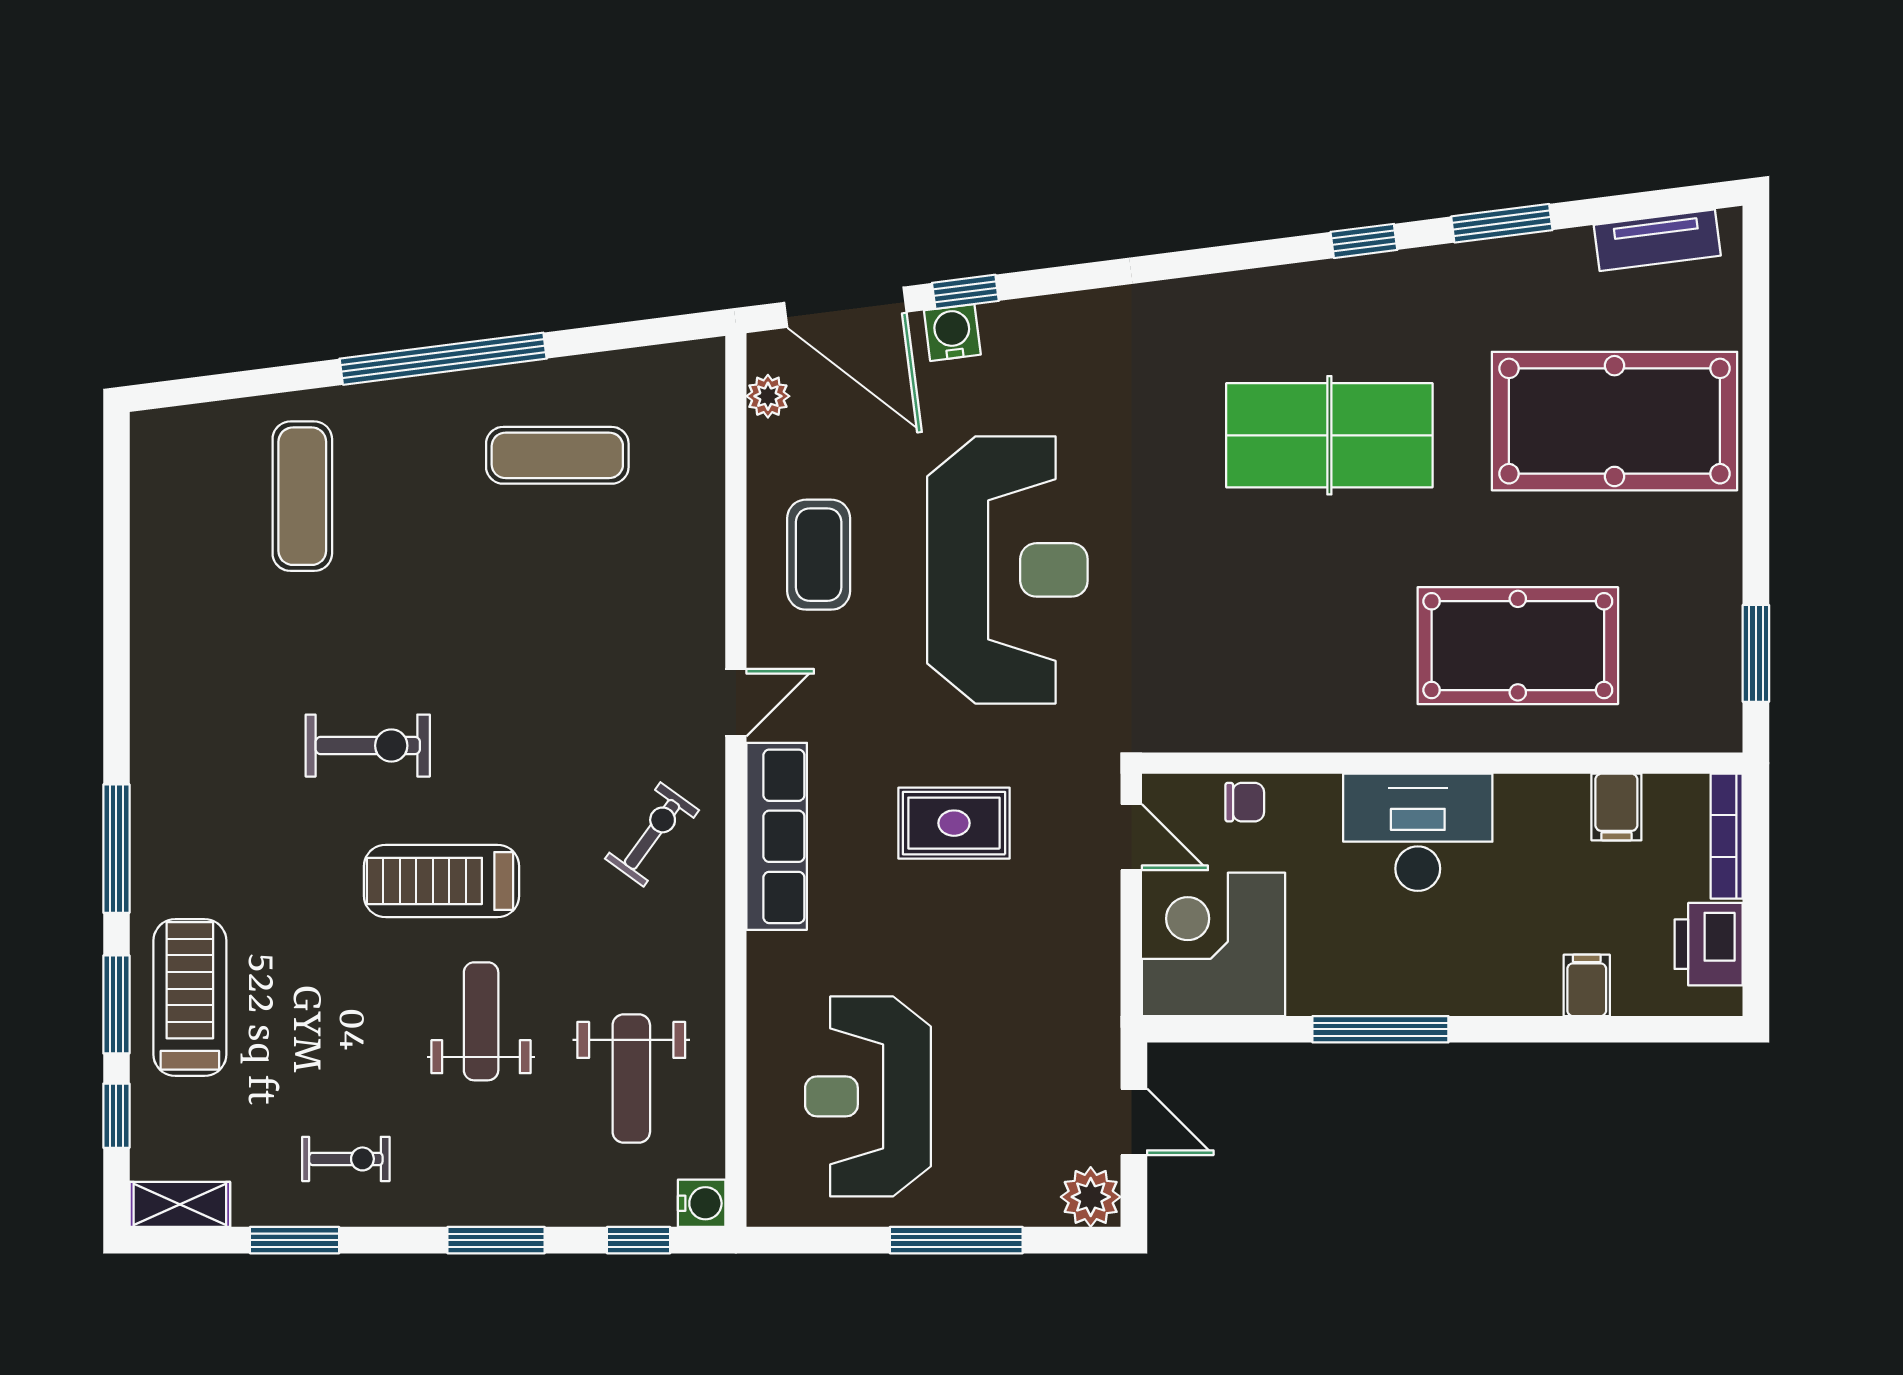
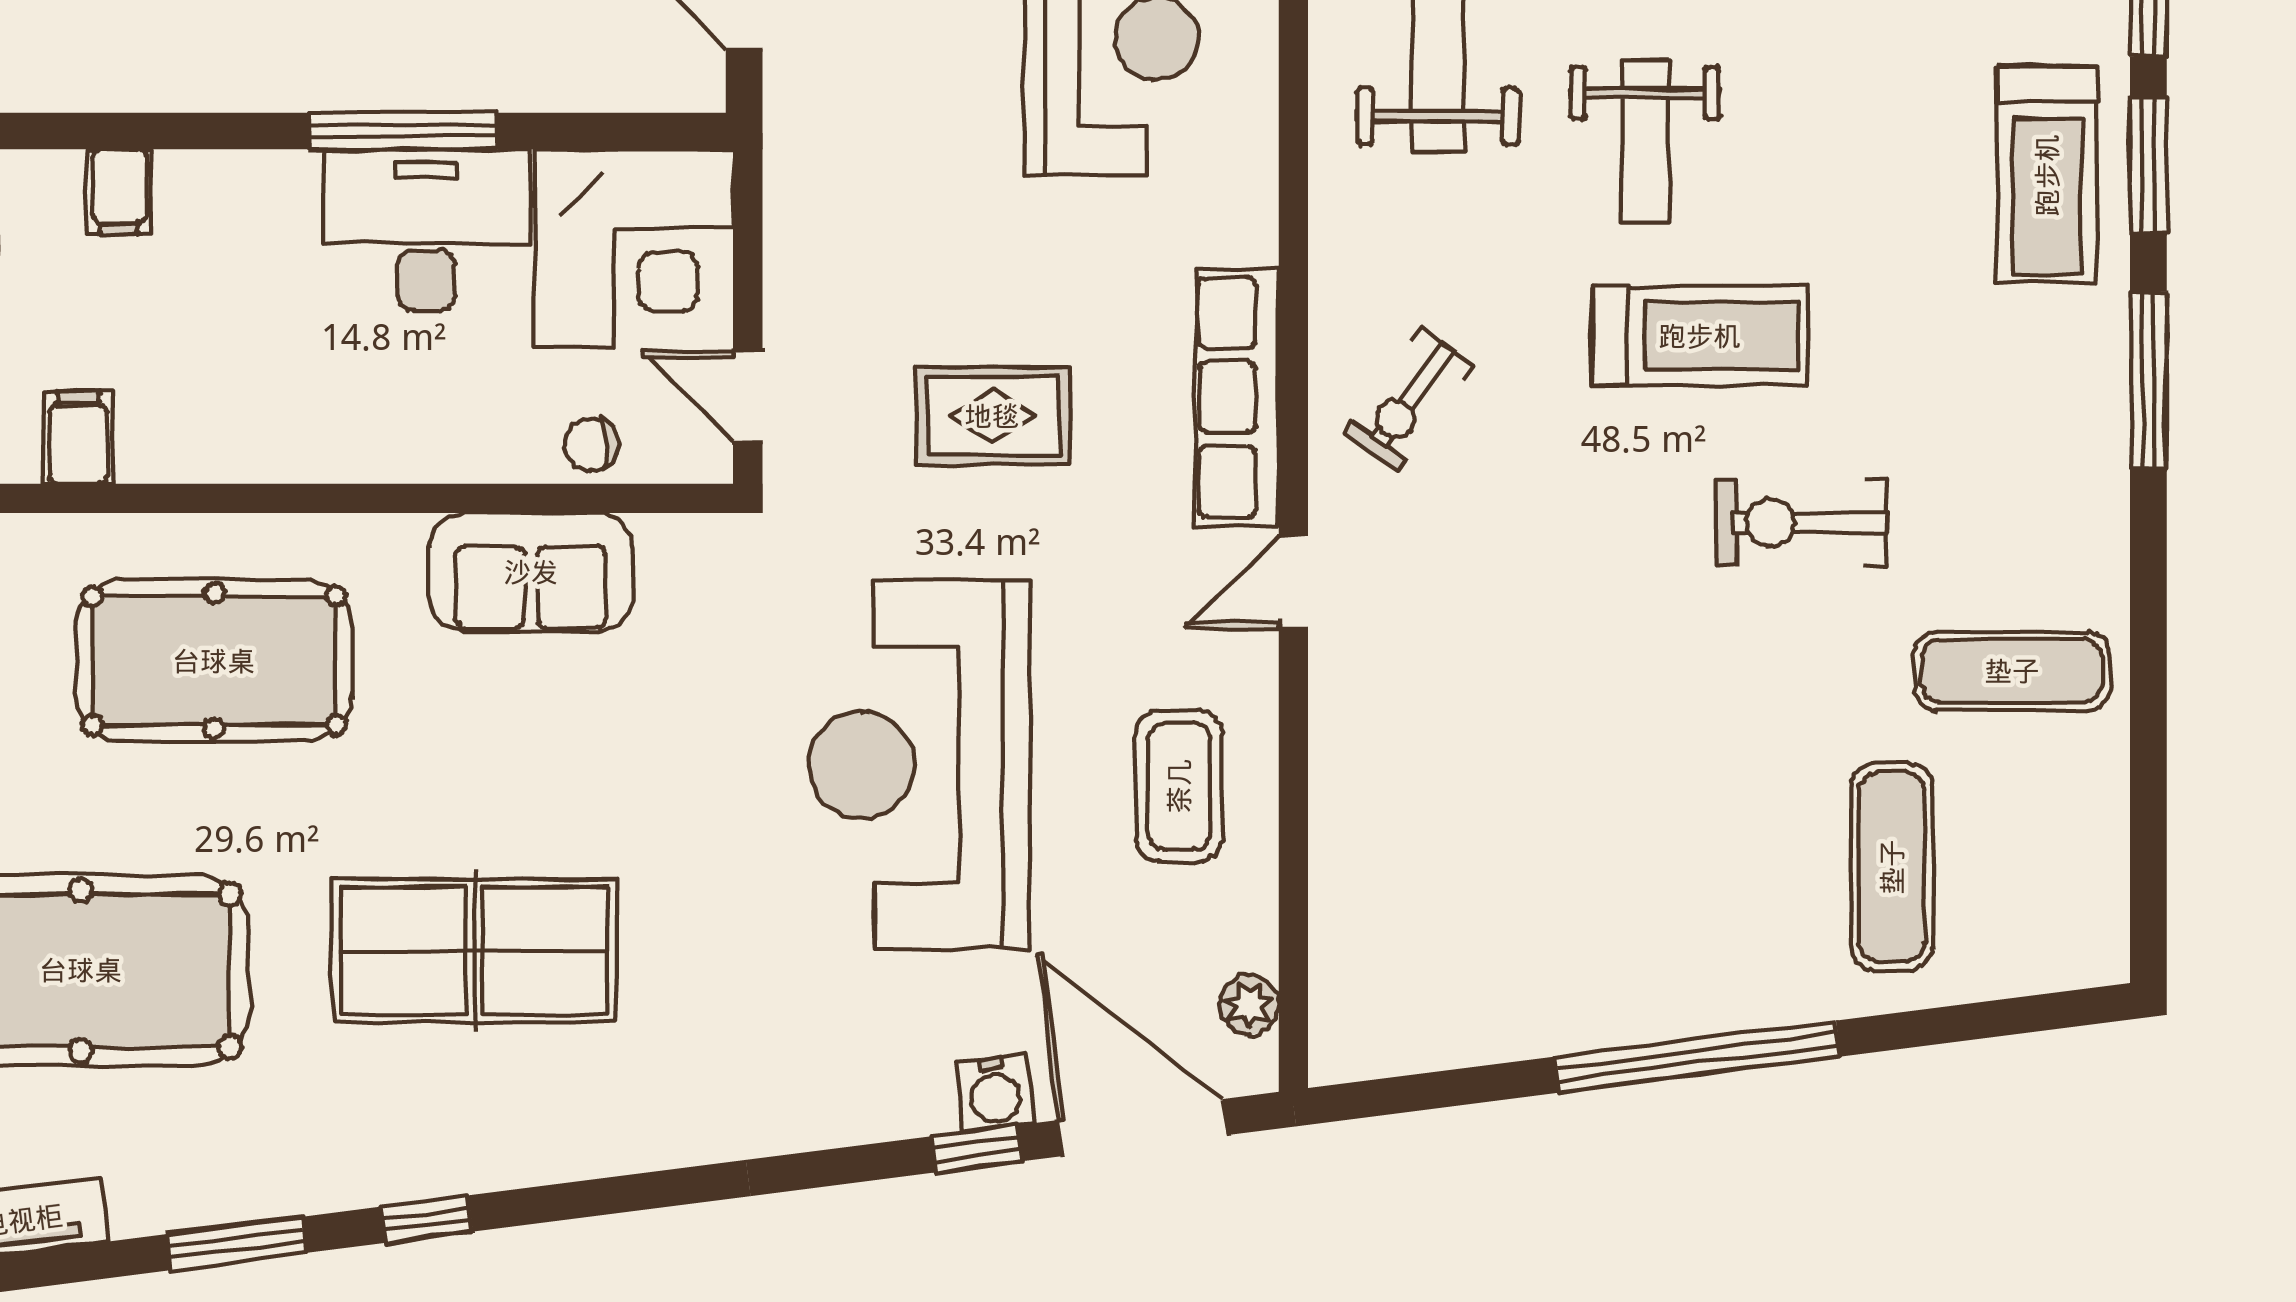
exercise mat: (557, 455) -> (2012, 671), moved
sofa: (1288, 710) -> (531, 572), added
desk: (1418, 832) -> (426, 230), moved, turned 180

